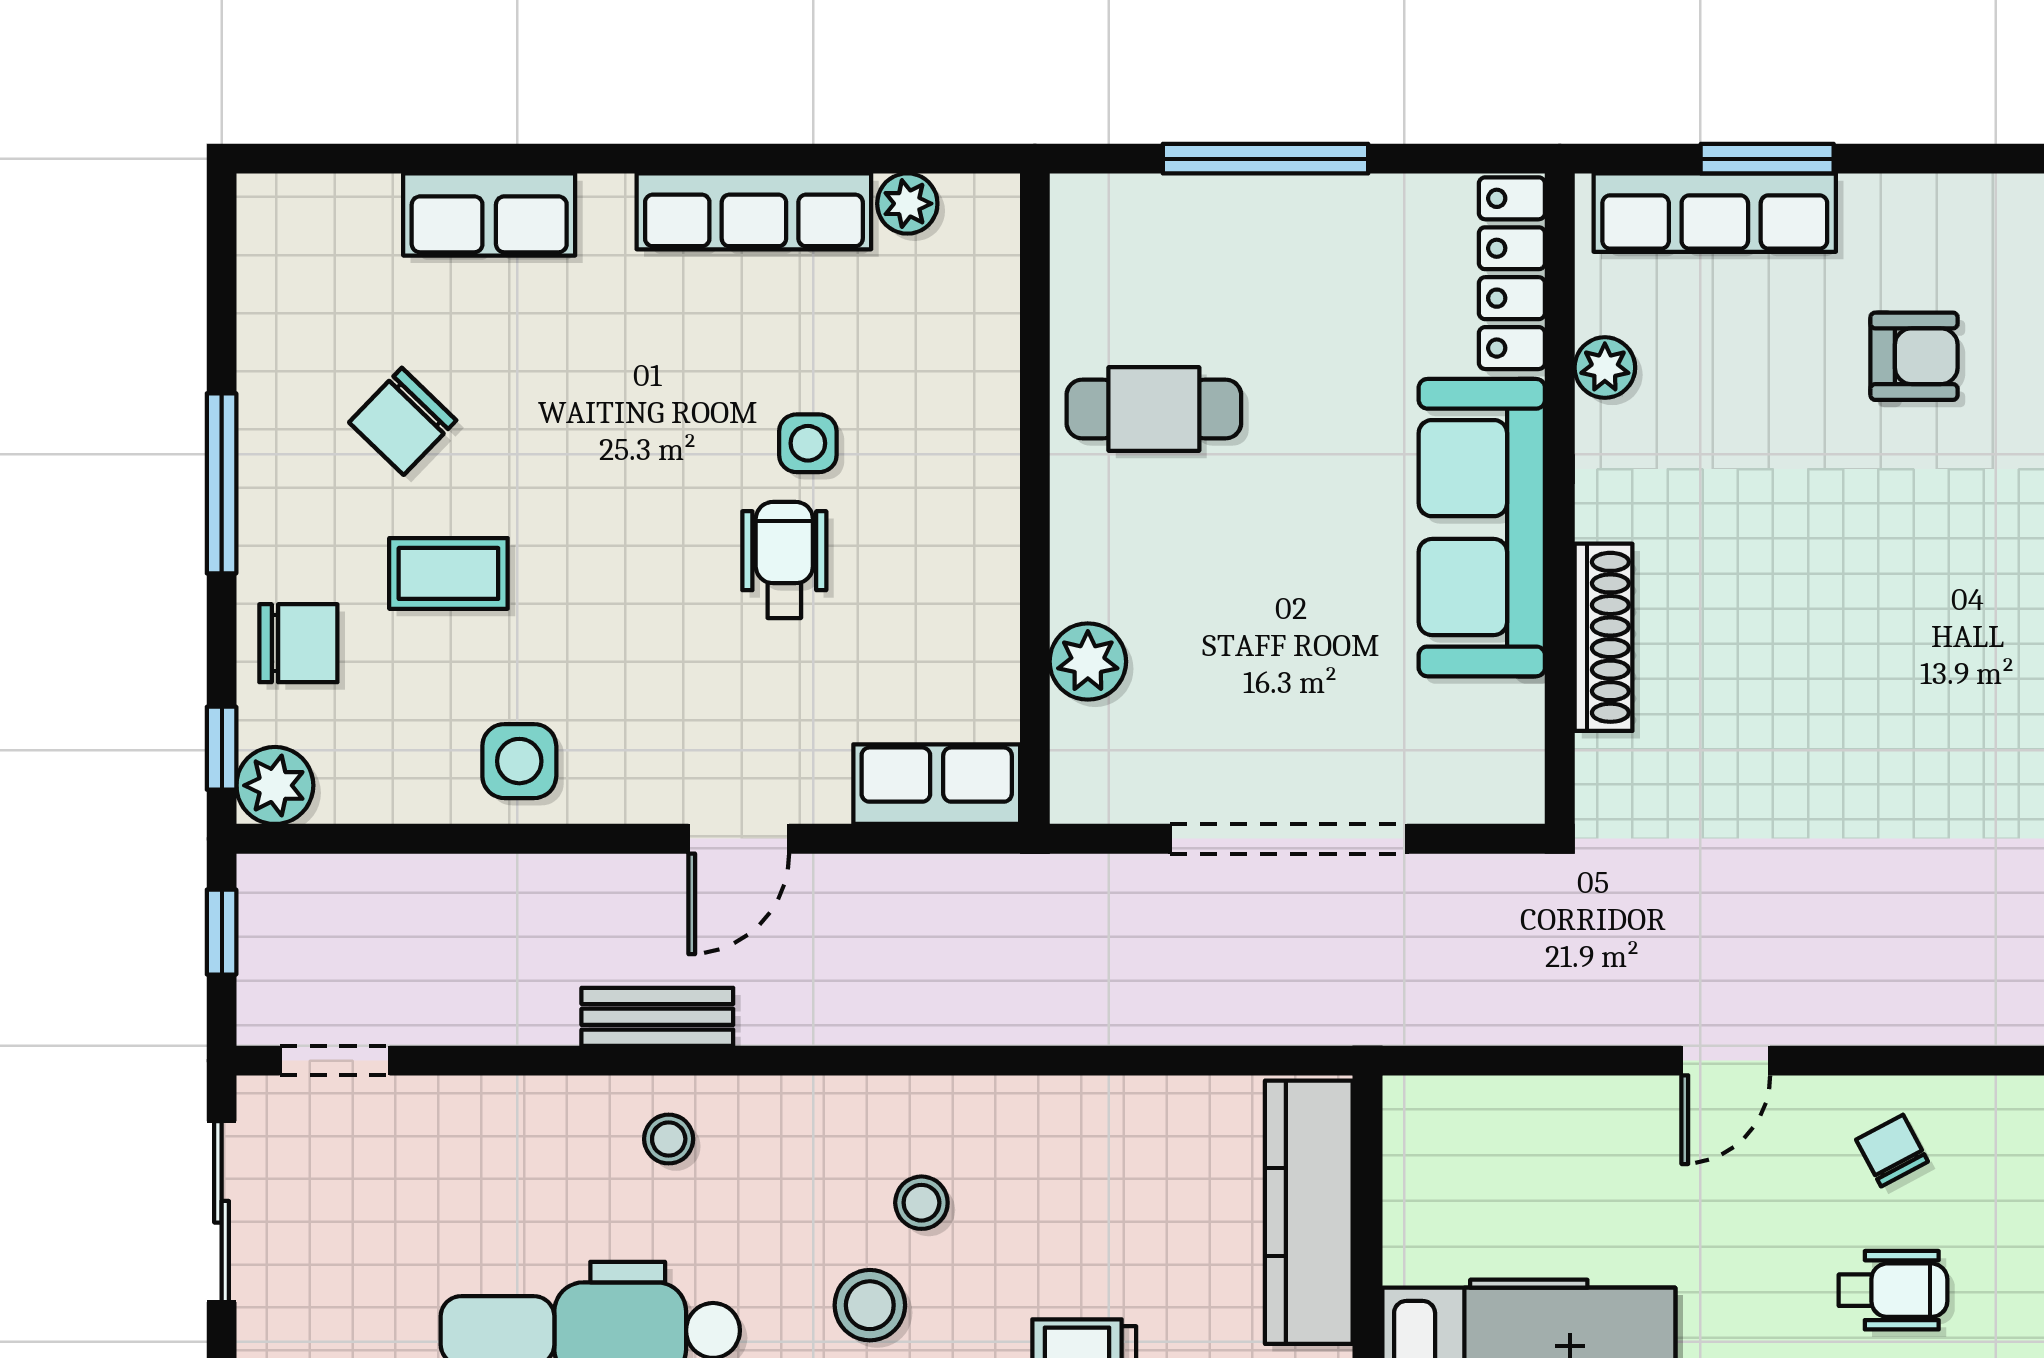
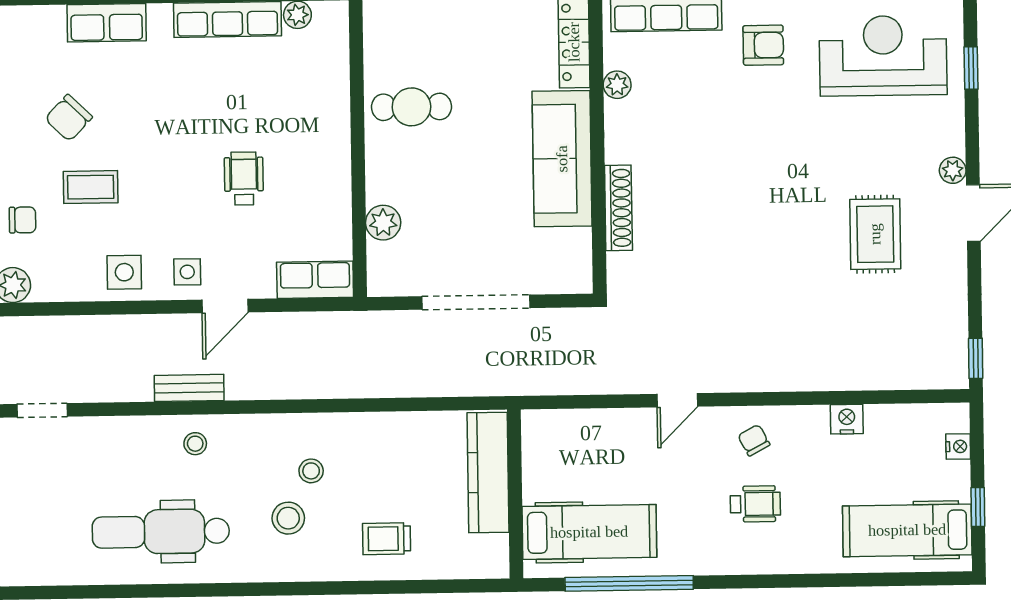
armchair: (1914, 356) -> (763, 45), moved
side table: (808, 443) -> (187, 272), moved
chair: (298, 643) -> (23, 220), width x0.73, depth x0.73

